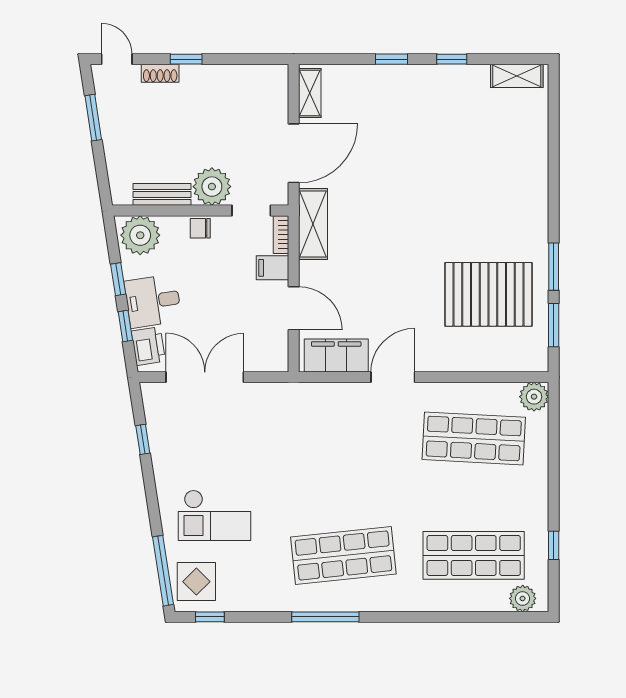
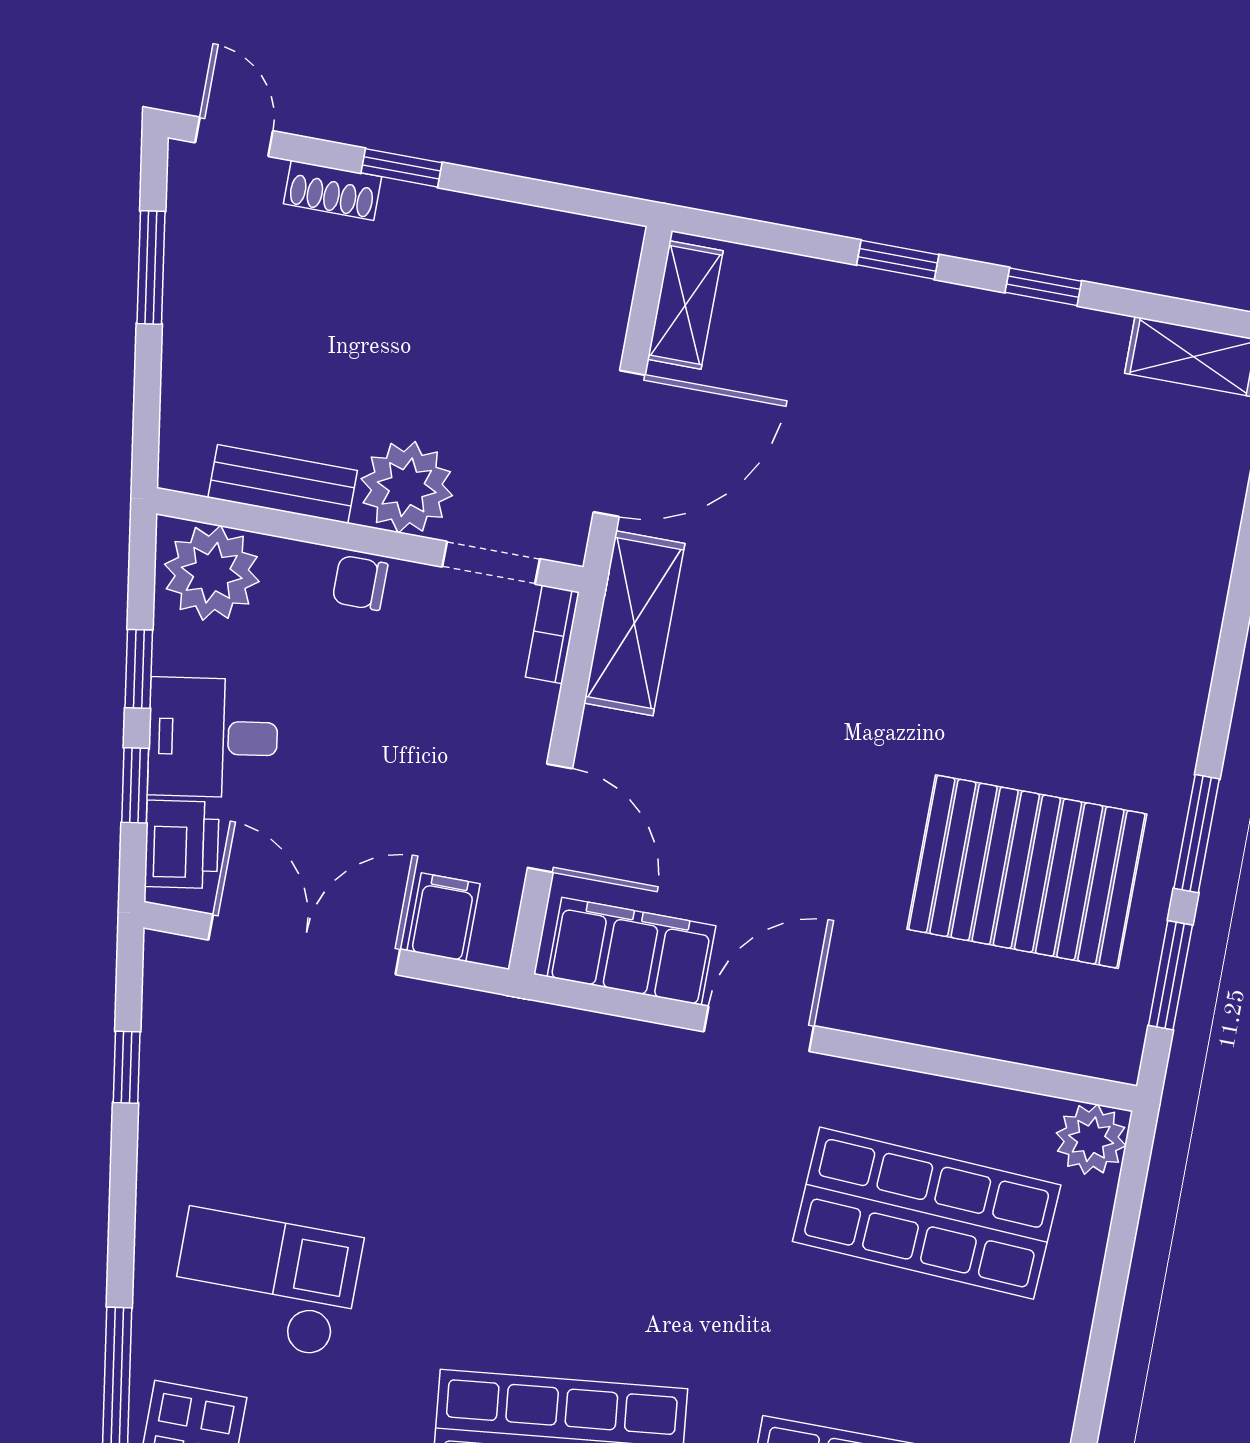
filing cabinet: (272, 268) -> (443, 917), moved, turned 90
checkout: (214, 515) -> (266, 1283), turned 180

